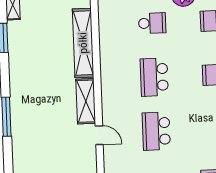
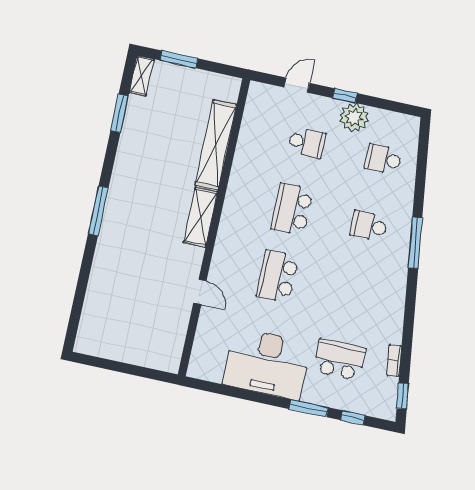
door: (99, 135) -> (200, 292), moved

